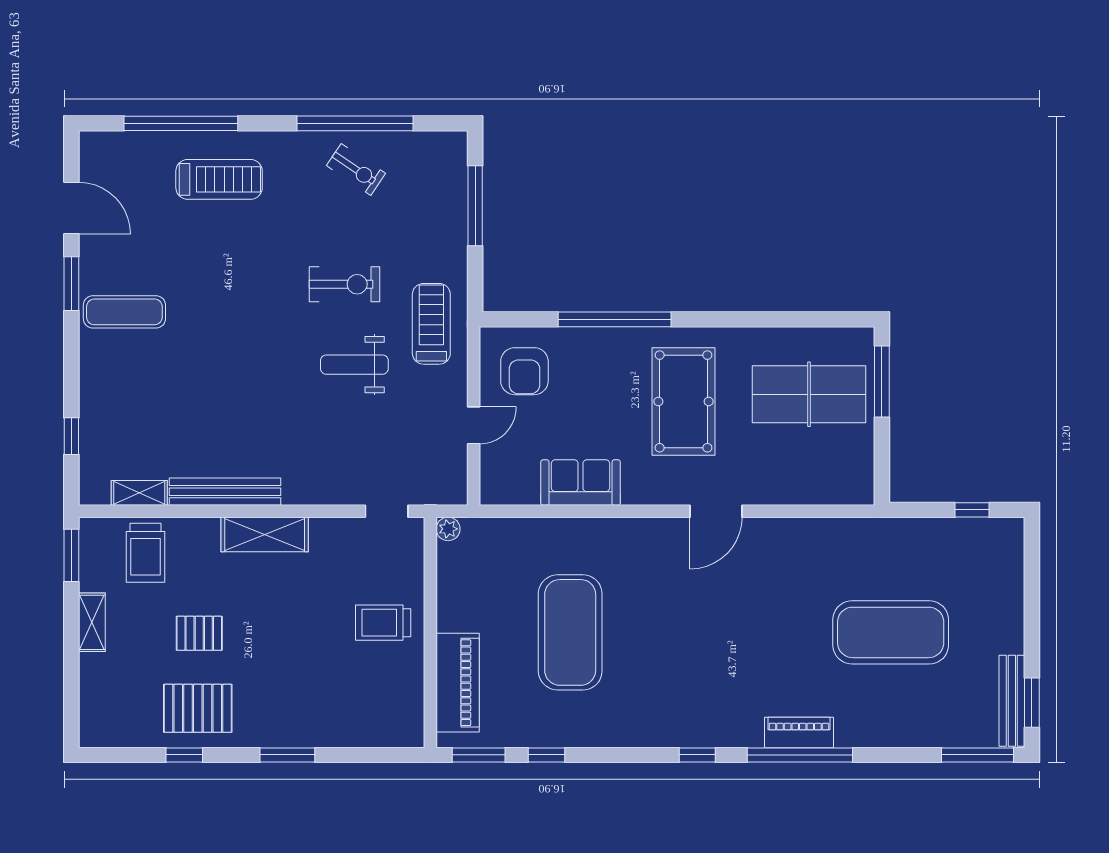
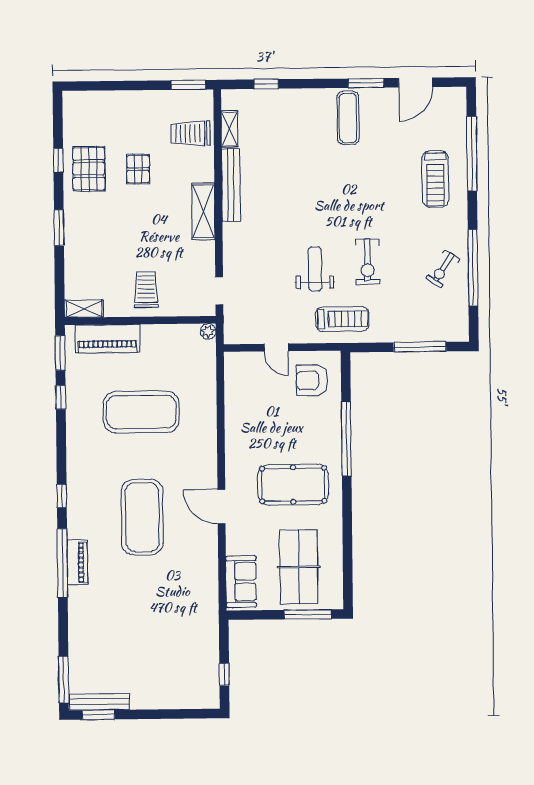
sofa: (581, 483) -> (241, 582), moved
shelving: (92, 622) -> (84, 309), moved
exercise mat: (891, 632) -> (142, 517), moved

